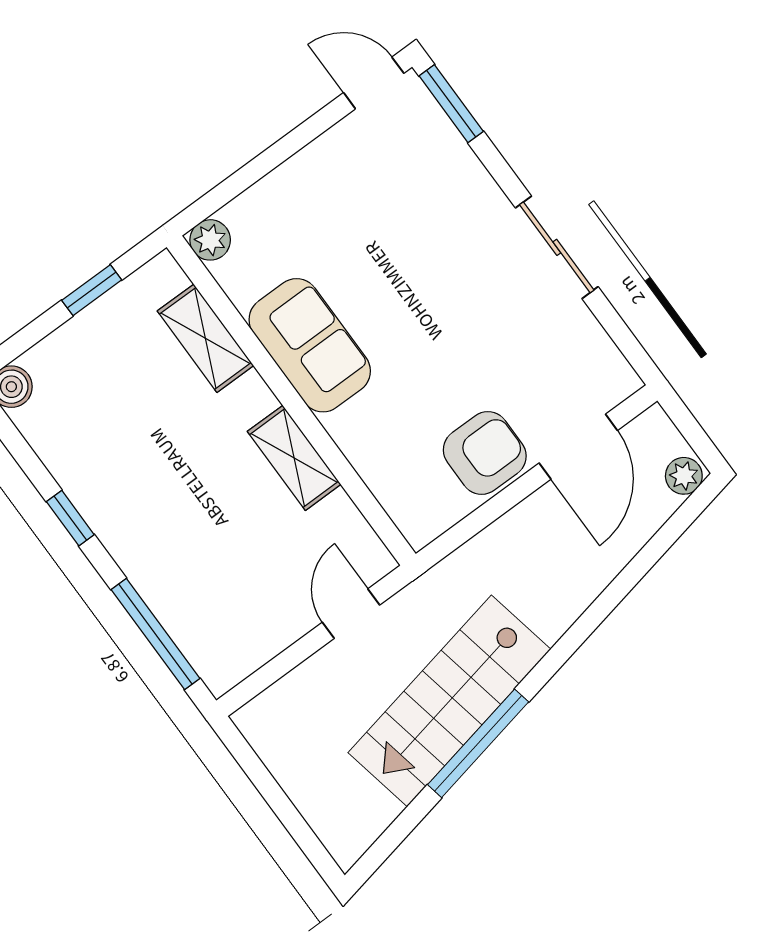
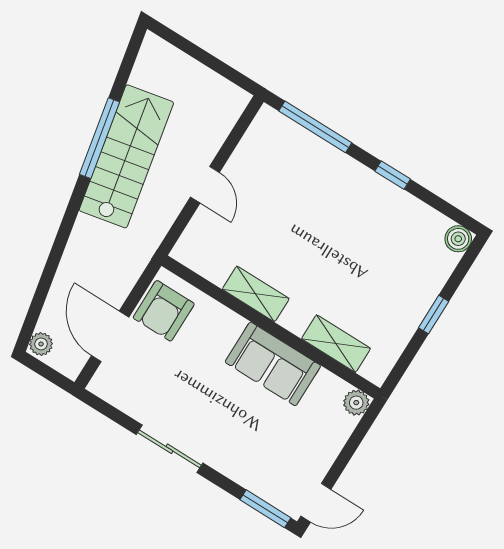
plant: (210, 240) -> (356, 403), moved
shelving: (205, 338) -> (336, 344), moved
sofa: (310, 345) -> (273, 364), moved
wall: (291, 401) -> (271, 327), moved
shelving: (294, 458) -> (256, 294), moved

